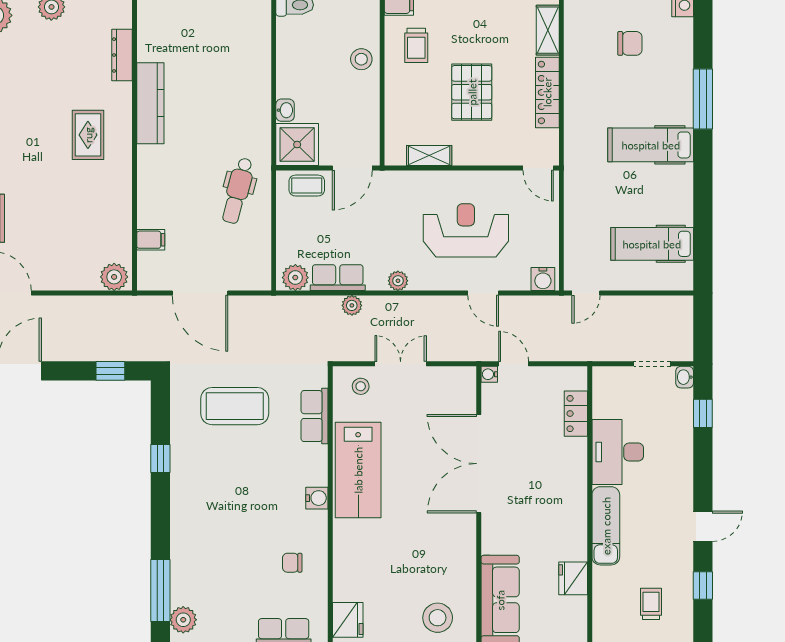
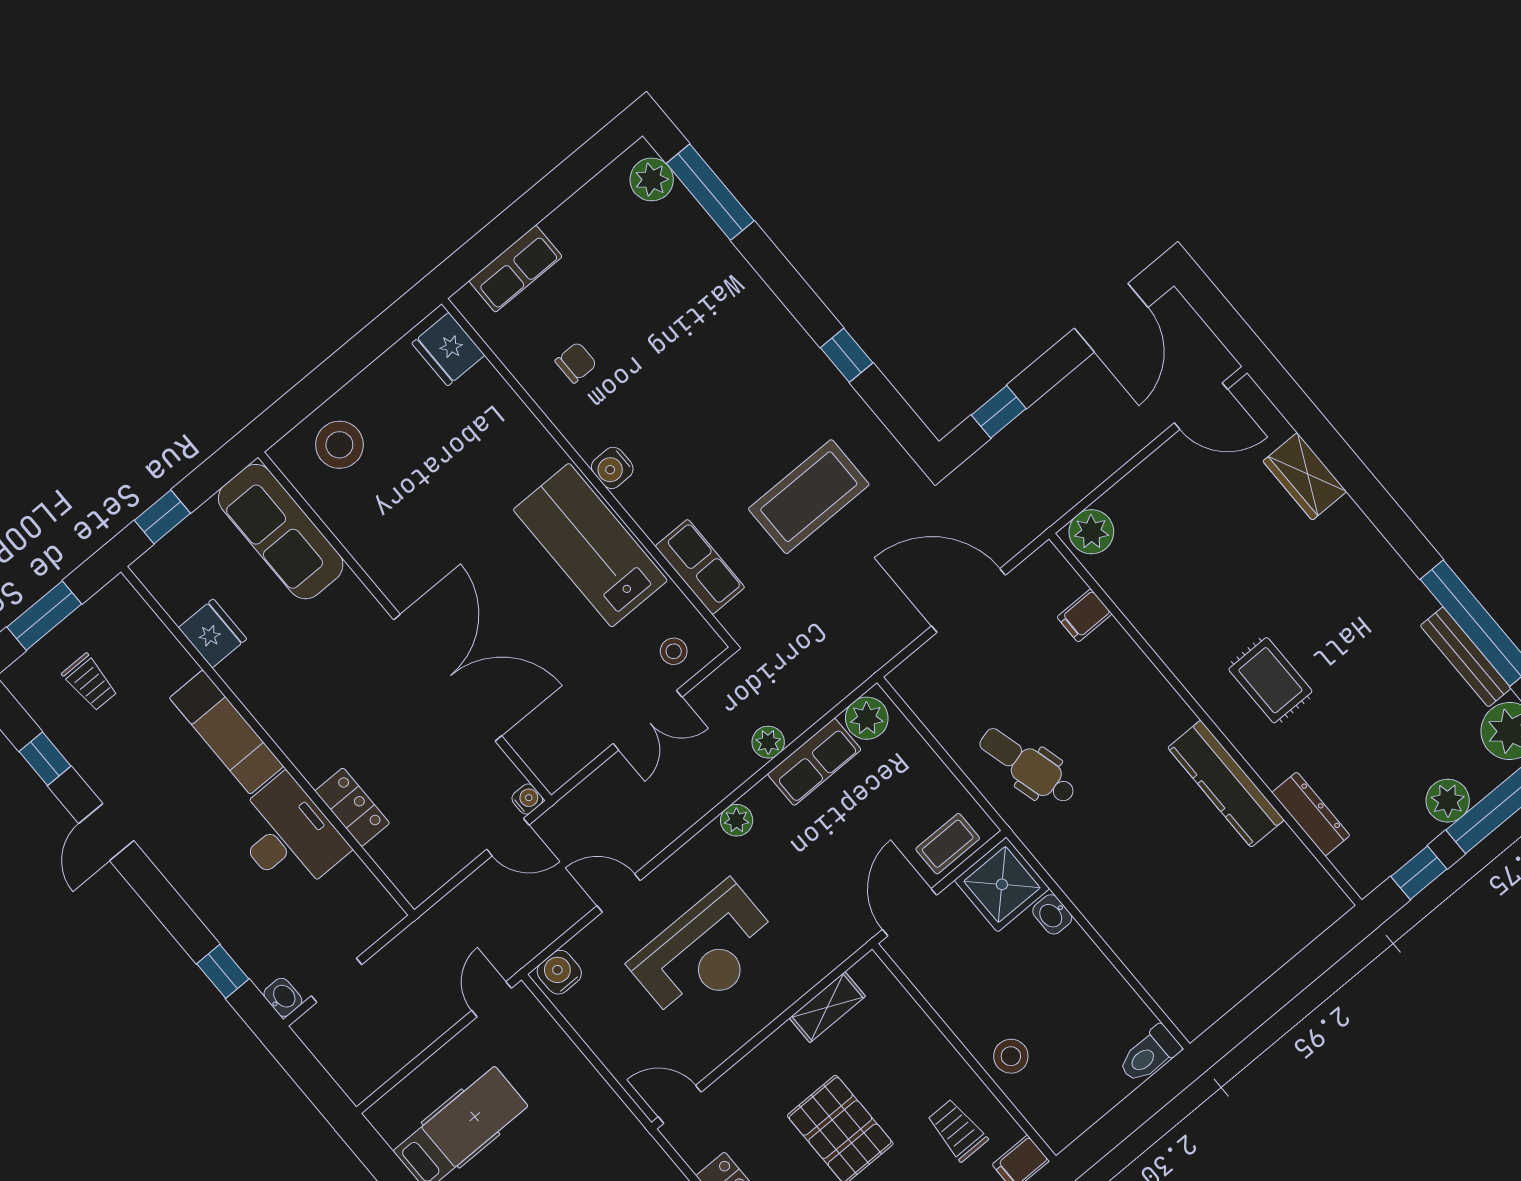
dental chair: (238, 191) -> (1028, 766), turned -30
locker: (576, 414) -> (352, 807), moved

